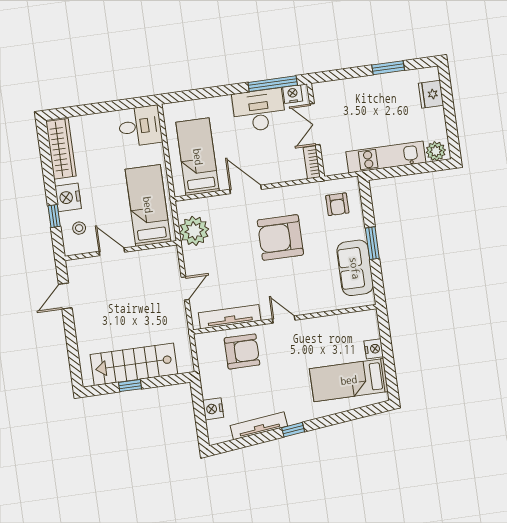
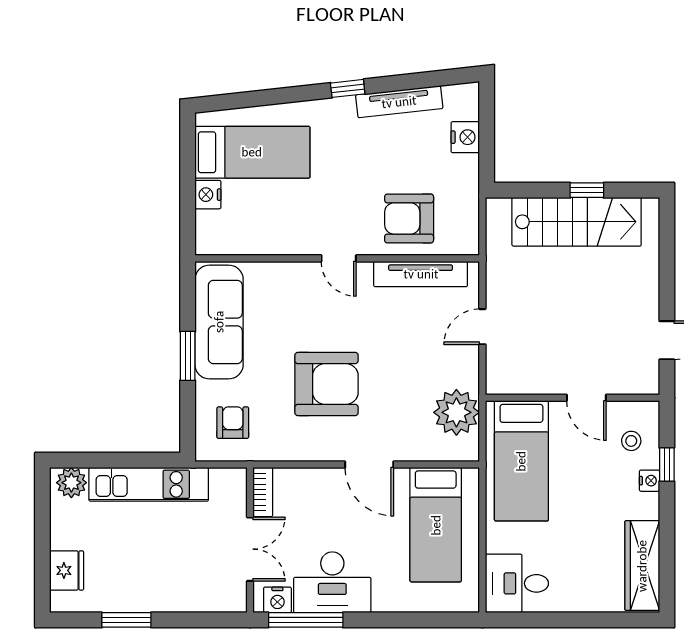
nightstand: (68, 197) -> (649, 481), width x0.53, depth x0.56
sofa: (355, 268) -> (219, 322), width x1.36

